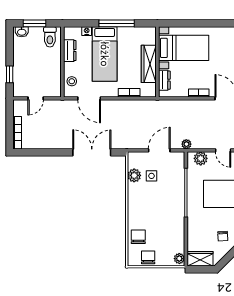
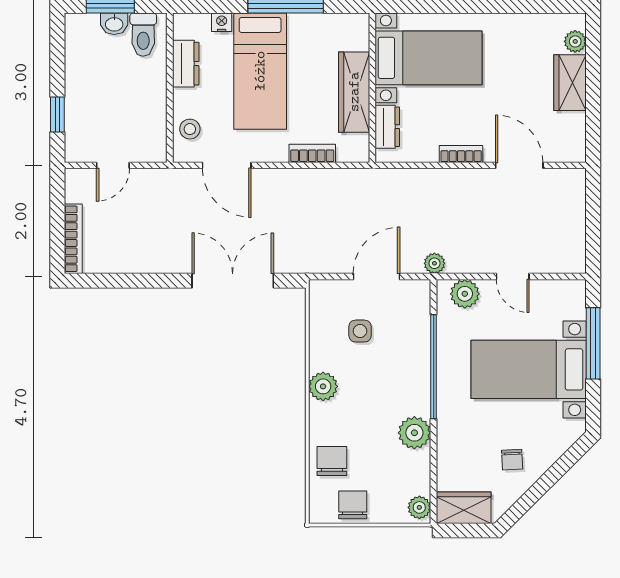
washbasin: (22, 32) -> (114, 24), moved
plant: (134, 175) -> (323, 386), moved
plant: (177, 224) -> (414, 433), added

